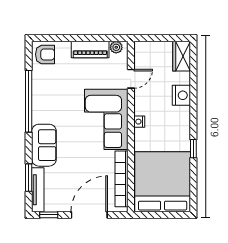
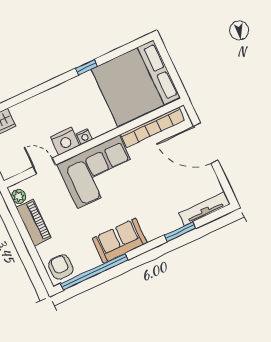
nightstand: (181, 95) -> (65, 141), moved, turned 180
window: (29, 101) -> (94, 272), moved
sofa: (44, 145) -> (120, 241), moved
window: (29, 178) -> (180, 232), moved
window: (49, 215) -> (225, 185), removed

